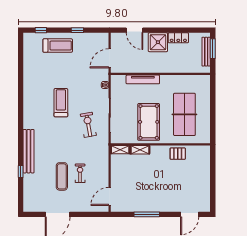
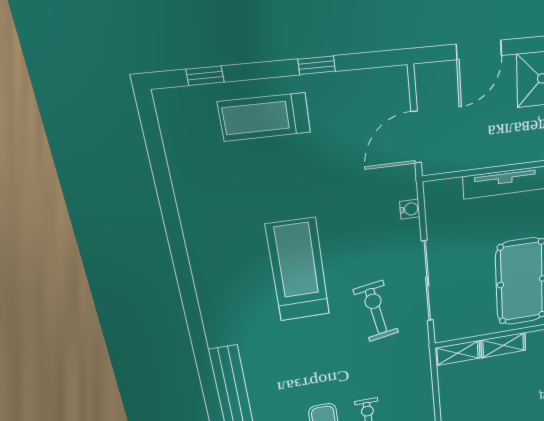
door: (135, 30) -> (479, 50), hinge flipped
treadmill: (58, 46) -> (265, 117), turned 180
treadmill: (61, 103) -> (298, 270), width x1.37, depth x1.38

